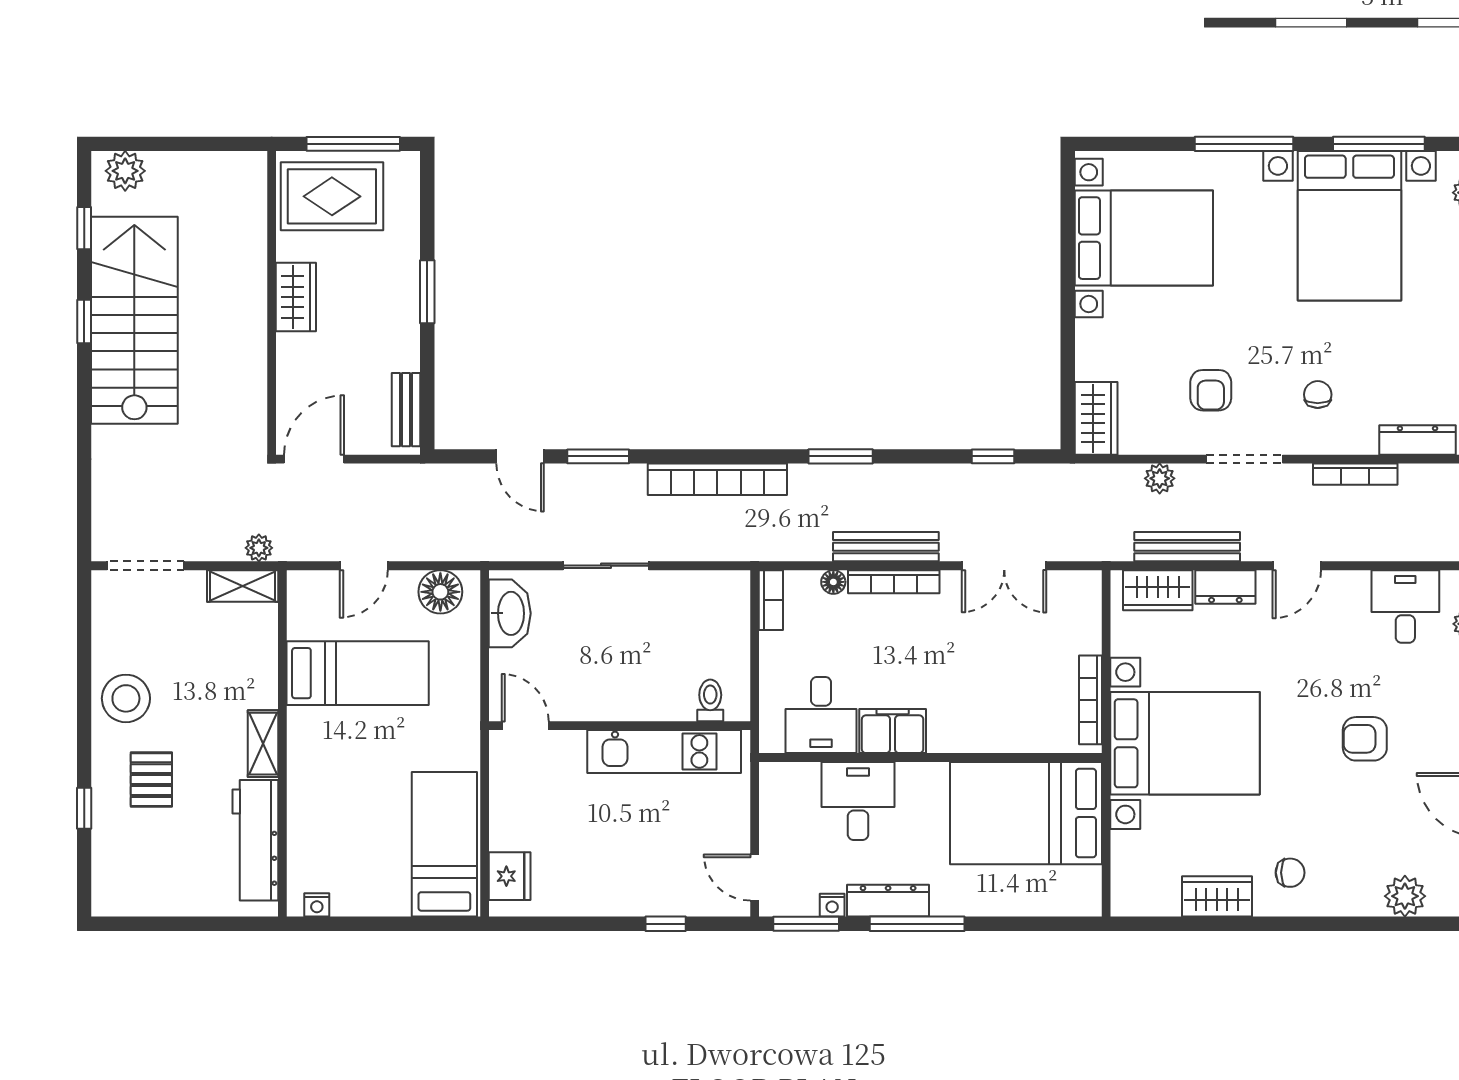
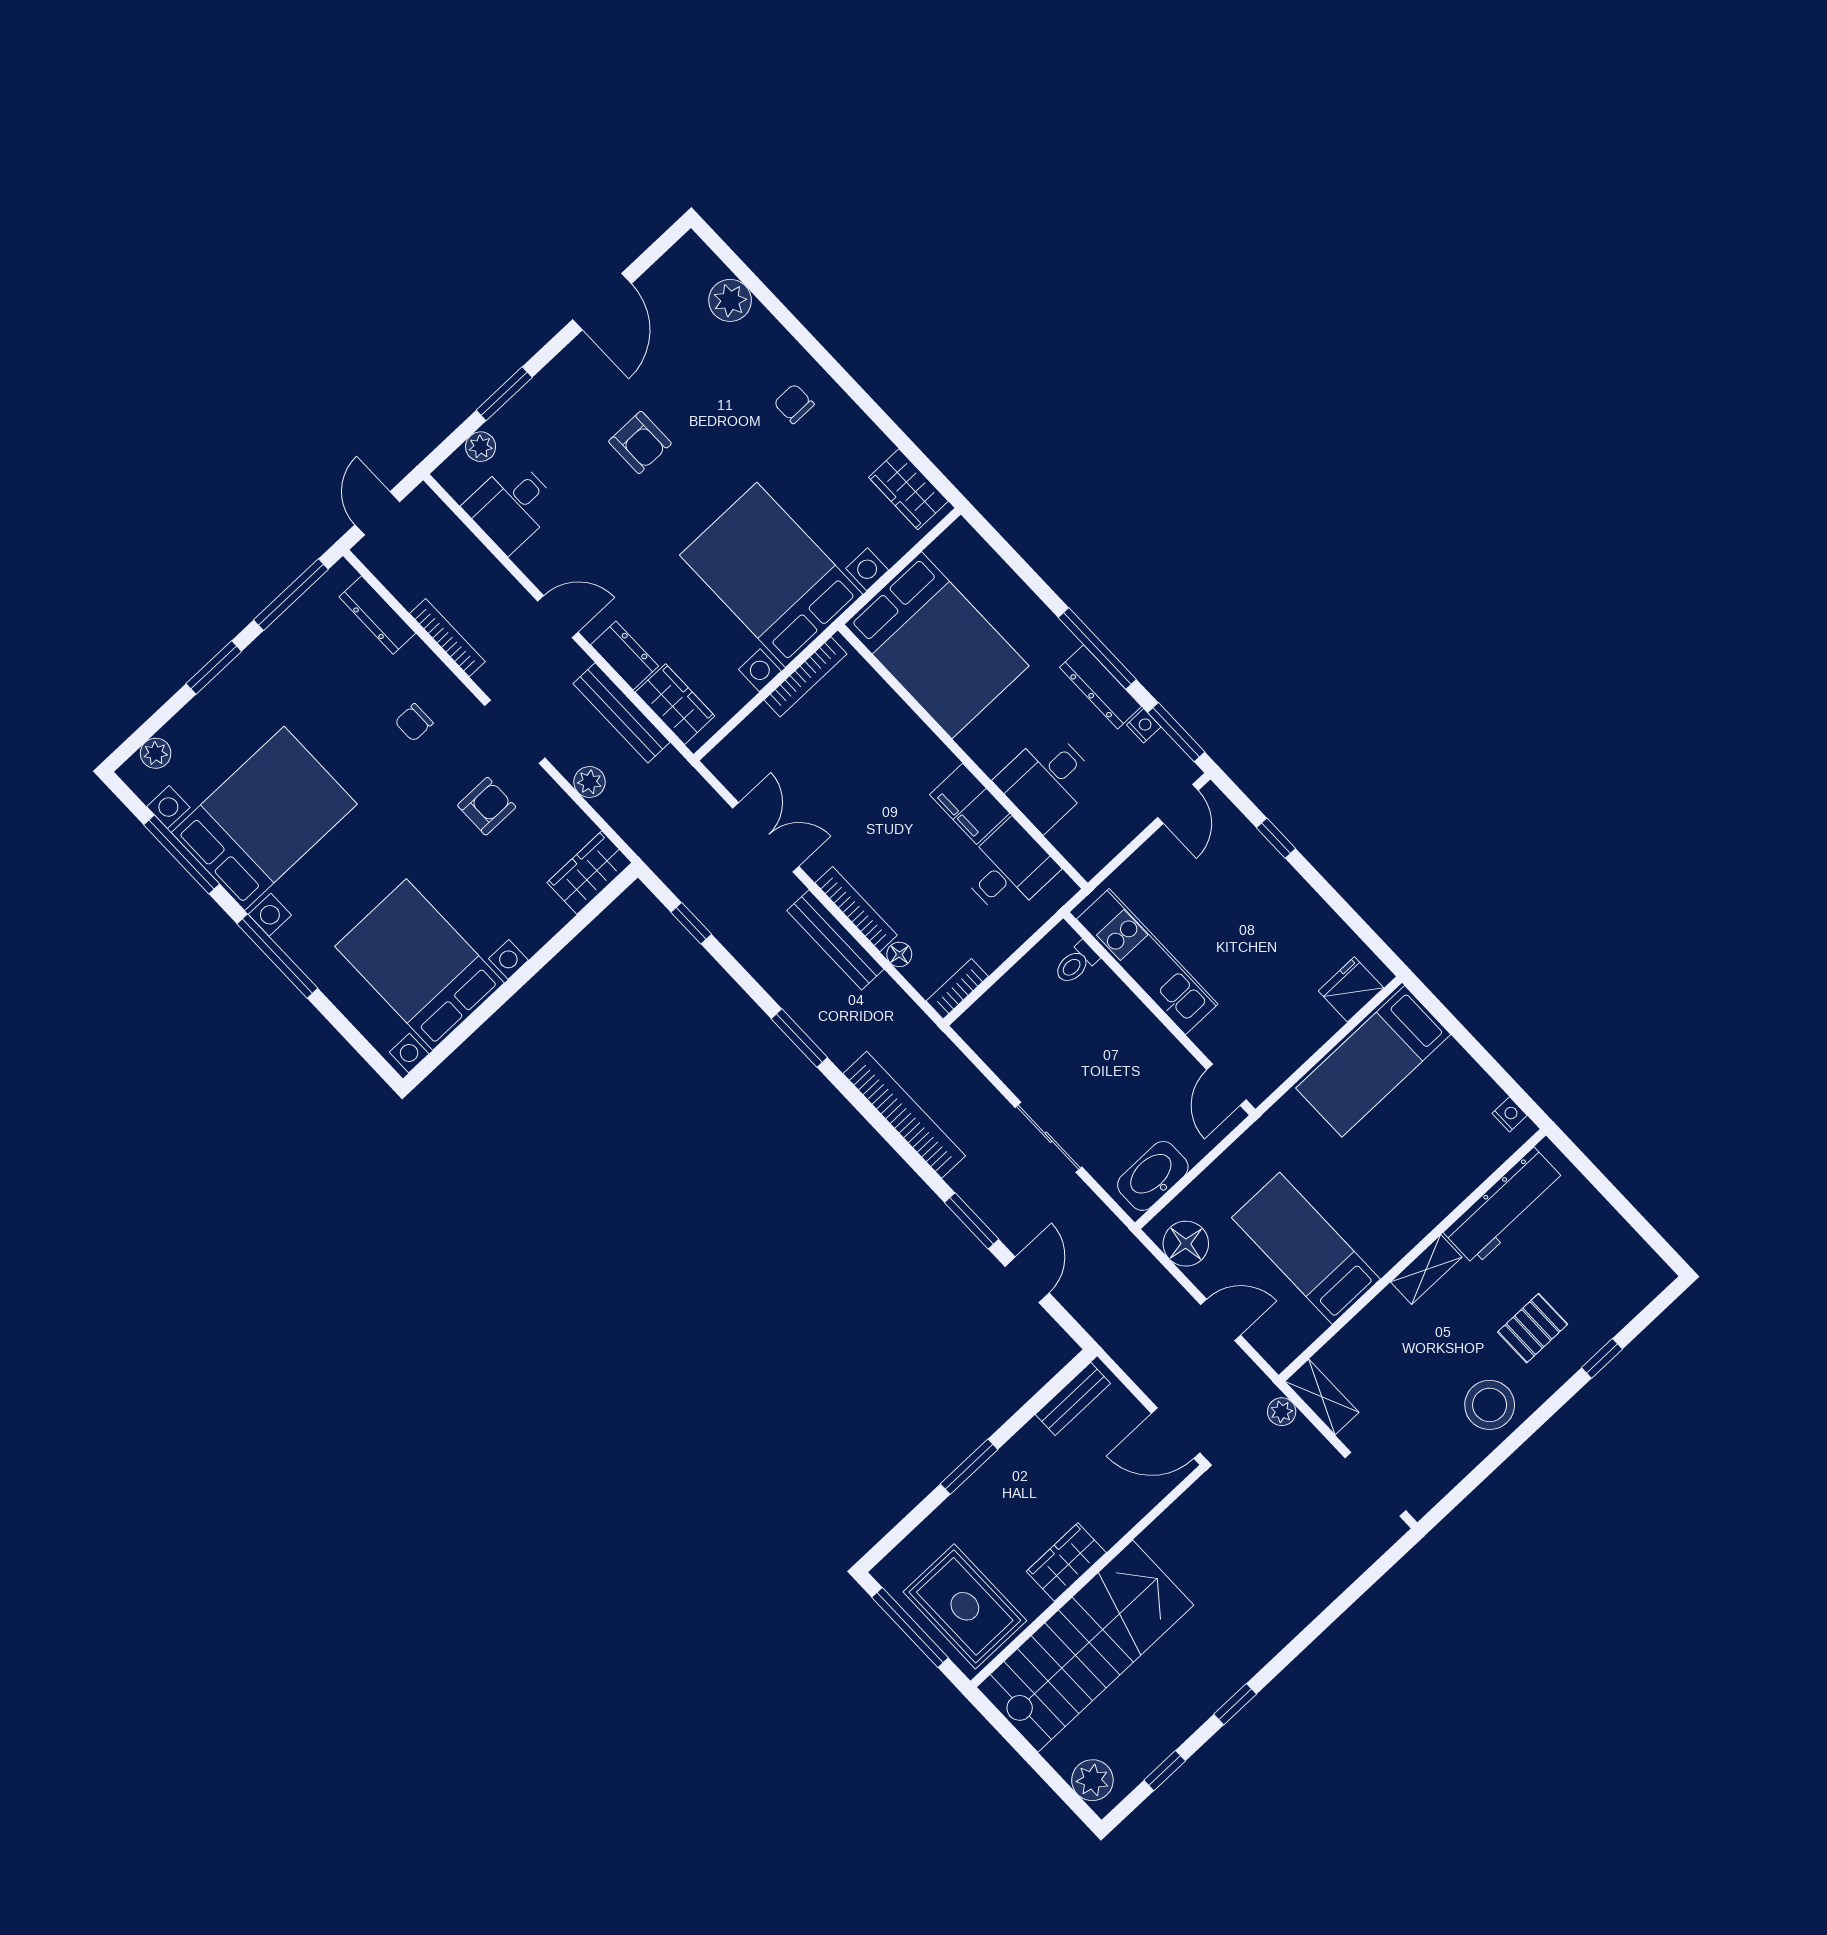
stairs: (134, 320) -> (1085, 1646), moved, turned 180
wardrobe: (1217, 896) -> (908, 489), moved

